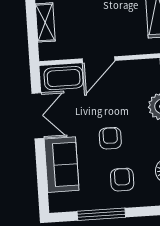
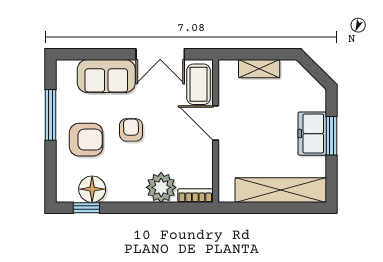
armchair: (110, 138) -> (131, 130), turned -91
armchair: (122, 180) -> (86, 140), width x1.38, depth x1.38

